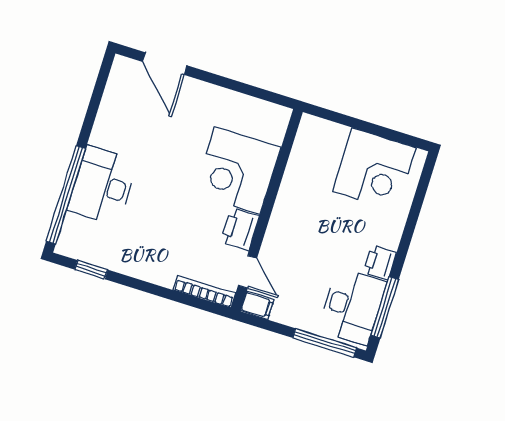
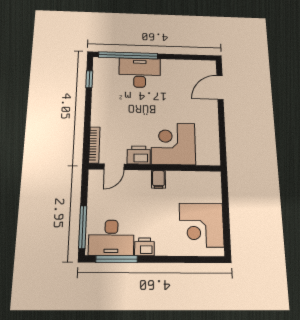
filing cabinet: (257, 305) -> (158, 179), moved

